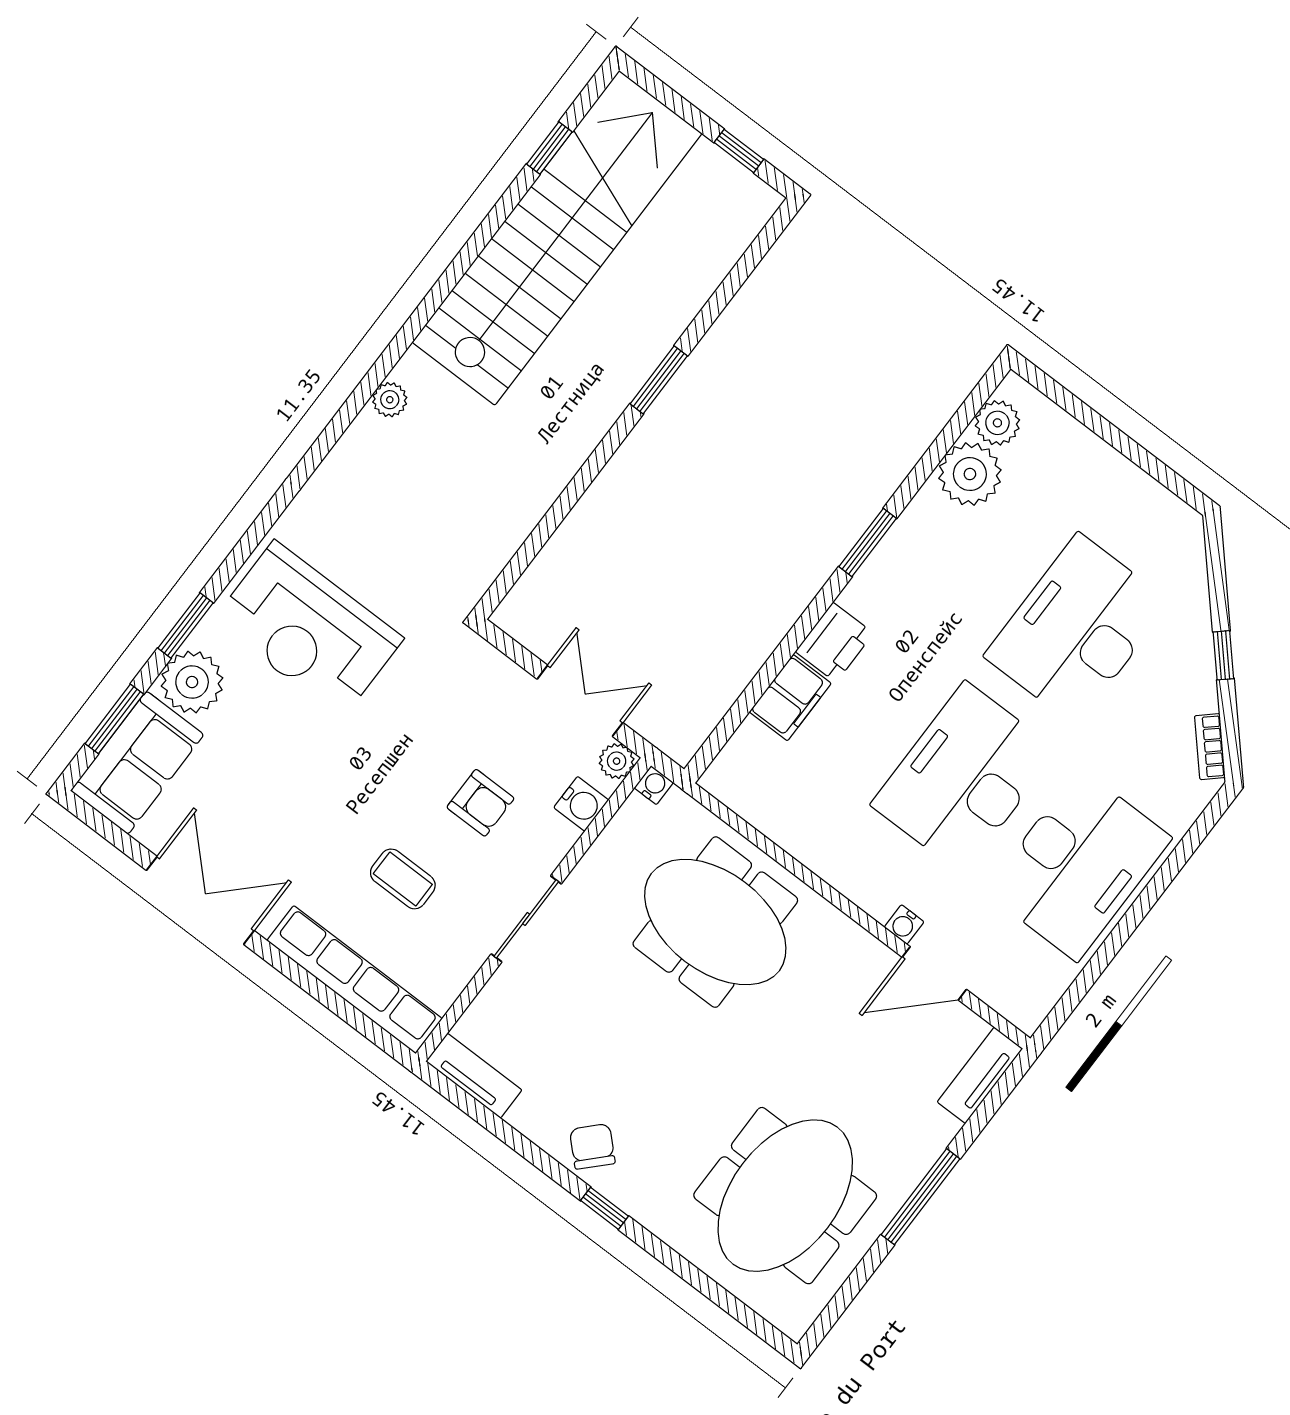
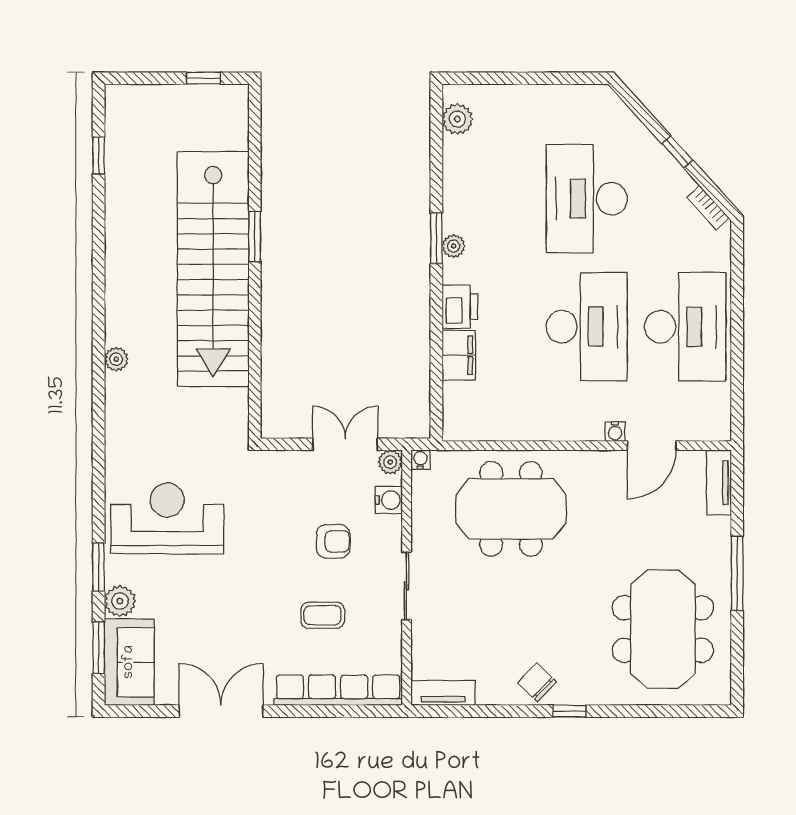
stairs: (557, 238) -> (213, 269), moved, turned 180
plant: (970, 474) -> (454, 246), moved, width x0.53, depth x0.53
reception desk: (308, 630) -> (167, 518), turned 180
plant: (192, 682) -> (120, 601), width x0.73, depth x0.73
desk: (964, 778) -> (587, 327), turned 180

